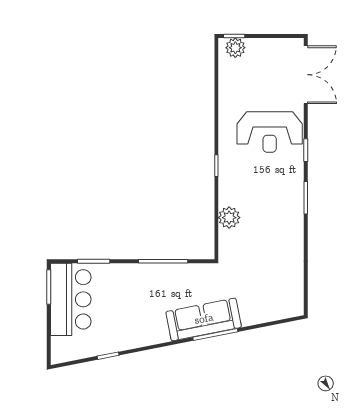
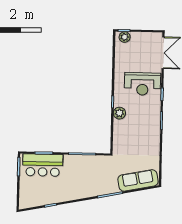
plant: (229, 218) -> (119, 113), moved
bar counter: (71, 299) -> (43, 165), moved, turned 90
sofa: (204, 319) -> (138, 180), moved

